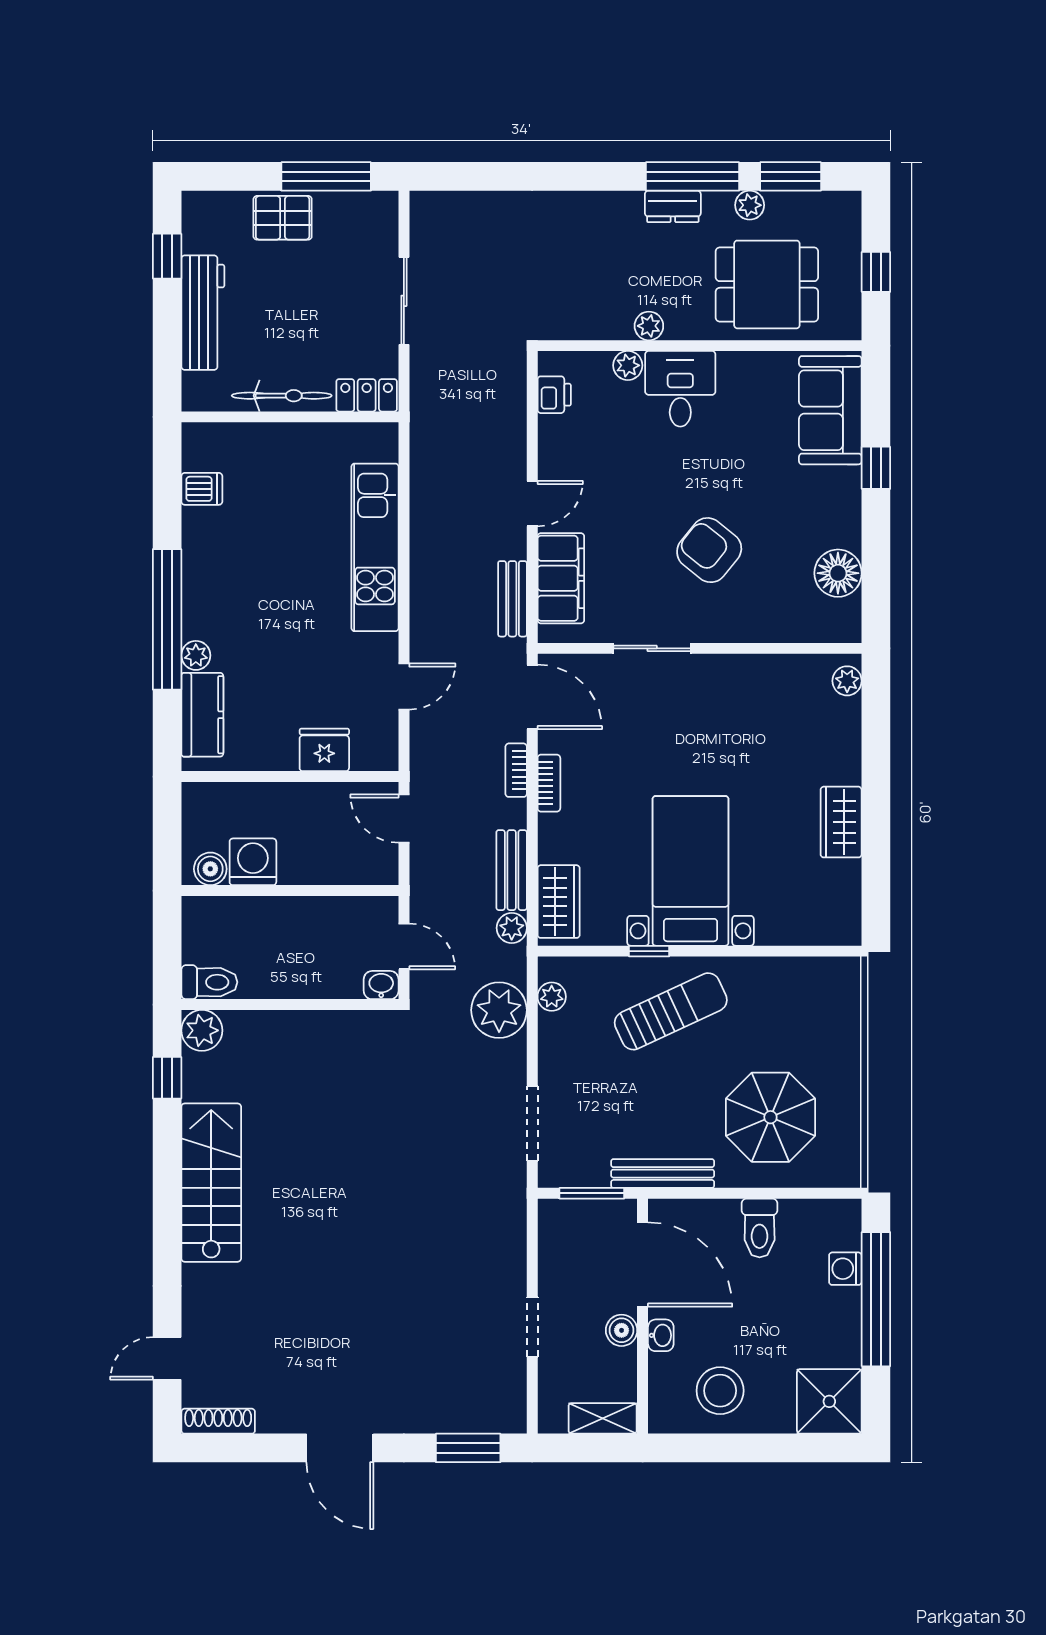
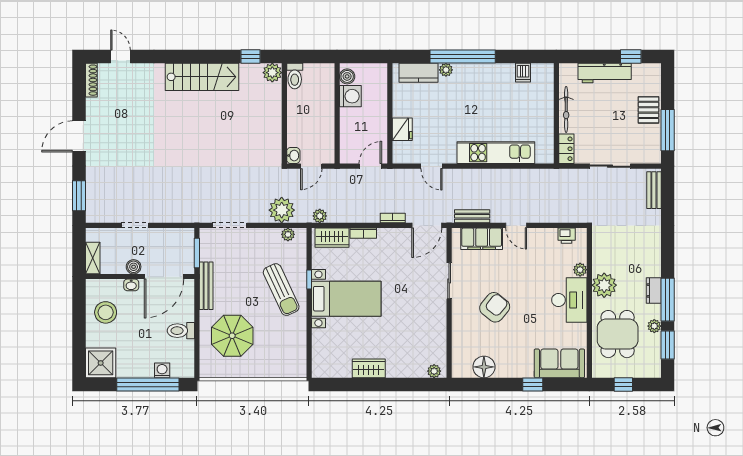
plant: (649, 326) -> (604, 285), width x1.87, depth x1.87
desk: (680, 389) -> (569, 300), width x1.37
bookcase: (549, 783) -> (363, 233), moved
bench: (512, 870) -> (654, 190), moved, turned 90

